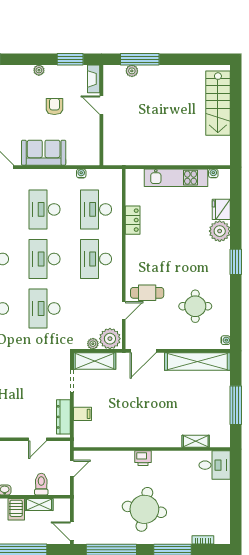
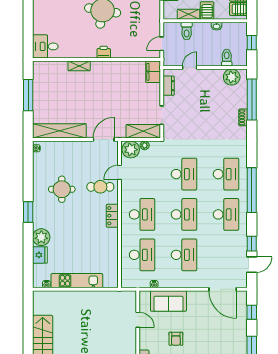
door: (101, 105) -> (138, 320), moved
sofa: (44, 153) -> (168, 301), moved
locker: (133, 220) -> (112, 216), moved
round table: (195, 306) -> (62, 189), moved
filing cabinet: (82, 414) -> (153, 72), moved, width x2.00
dresser: (63, 417) -> (169, 86), width x0.70
shelving: (196, 441) -> (79, 66), moved

